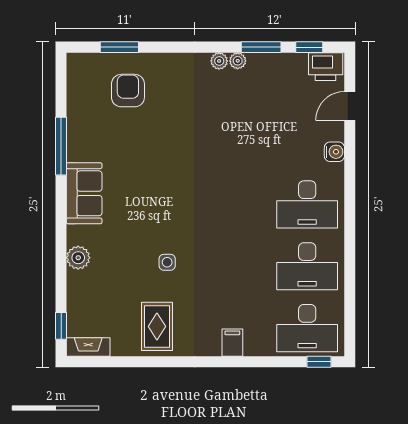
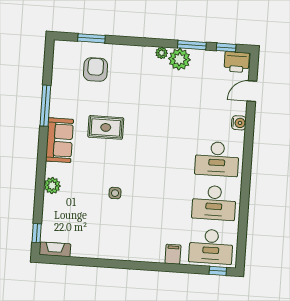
plant: (238, 61) -> (179, 59), width x1.88, depth x1.88
rug: (157, 326) -> (106, 127), moved, turned 90
filing cabinet: (232, 343) -> (173, 254), moved

